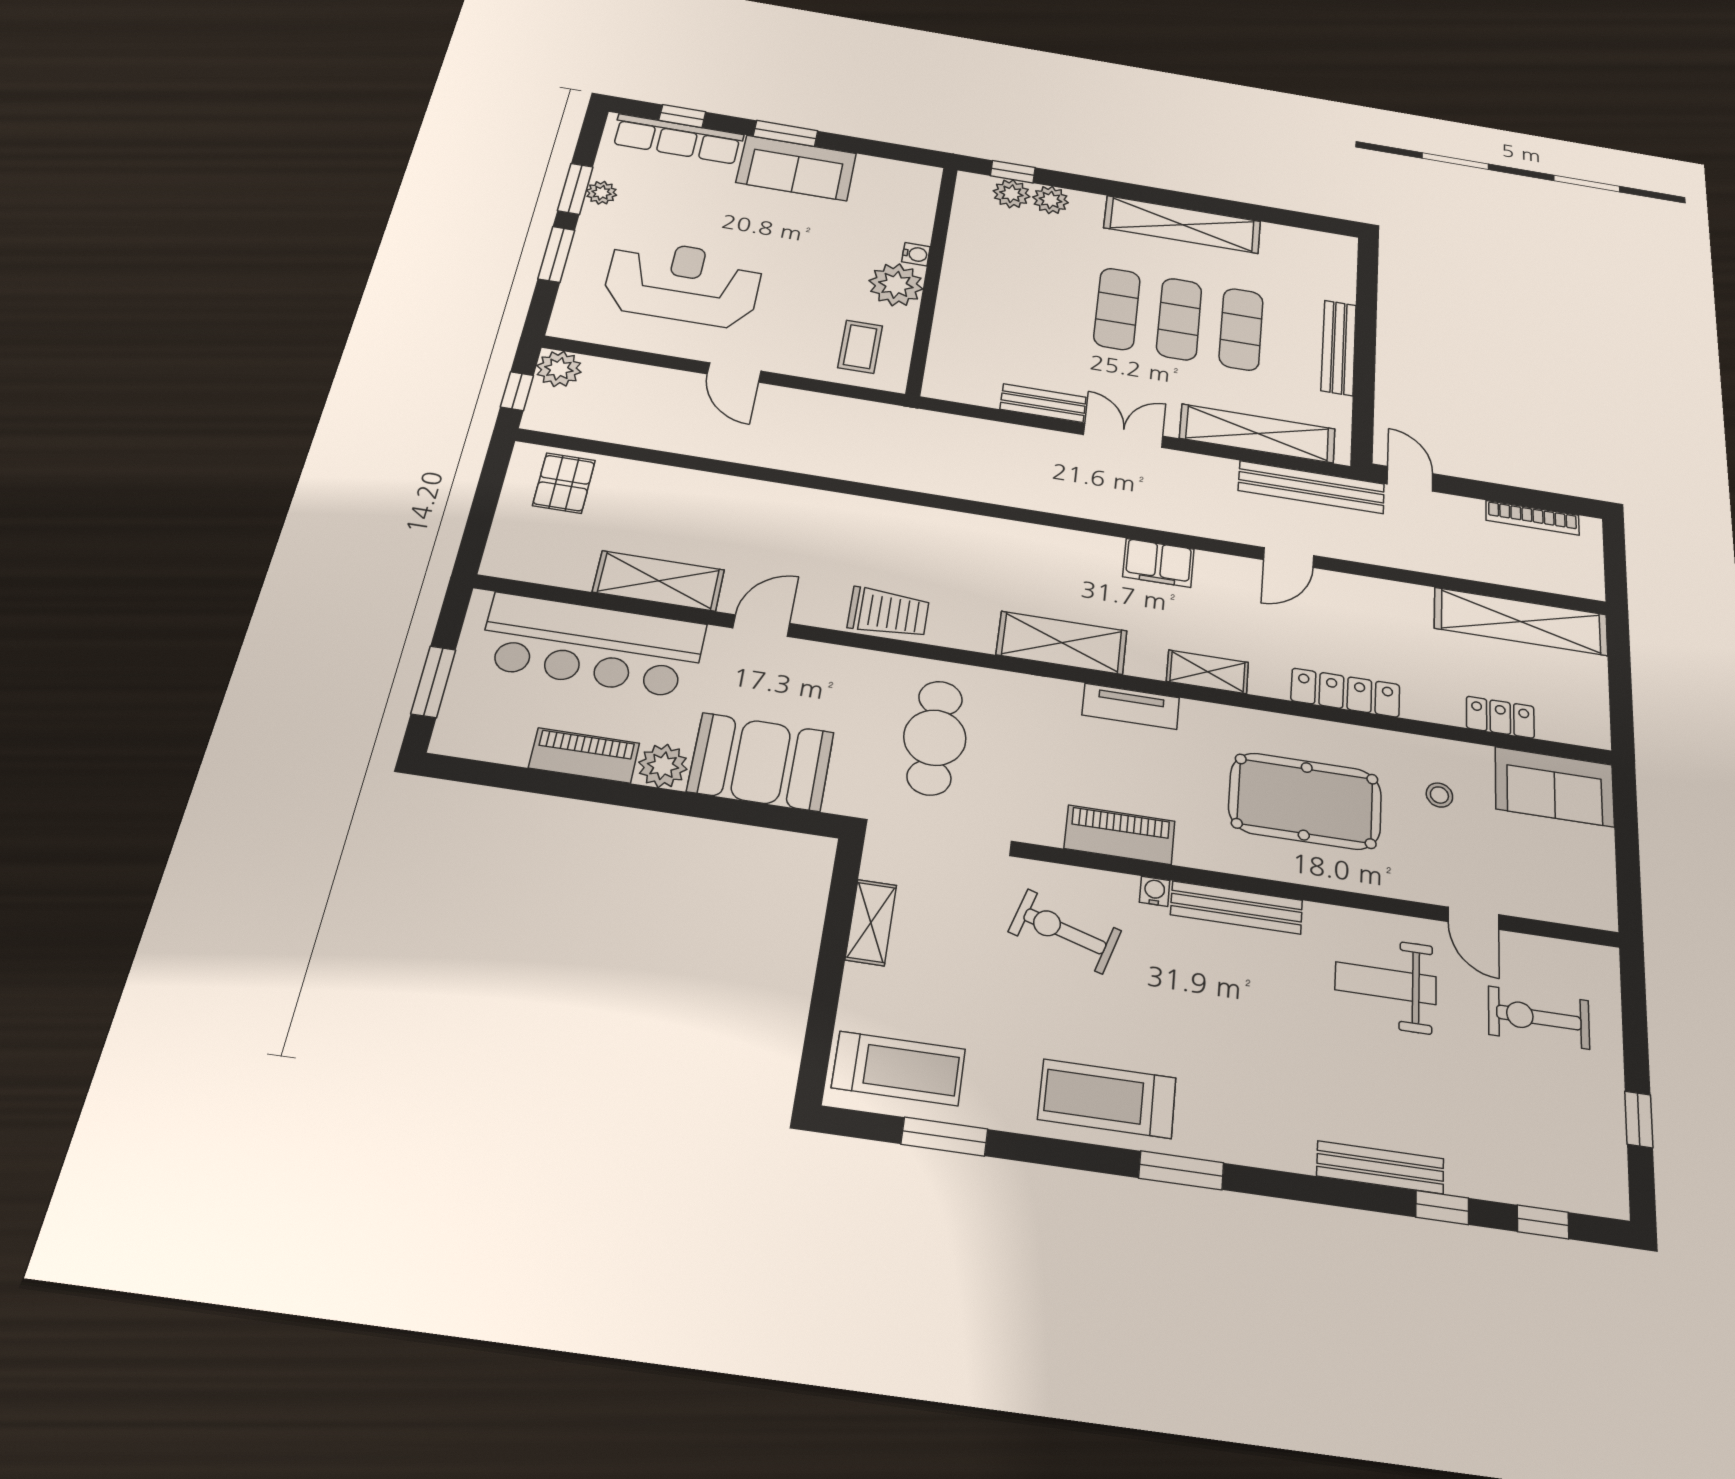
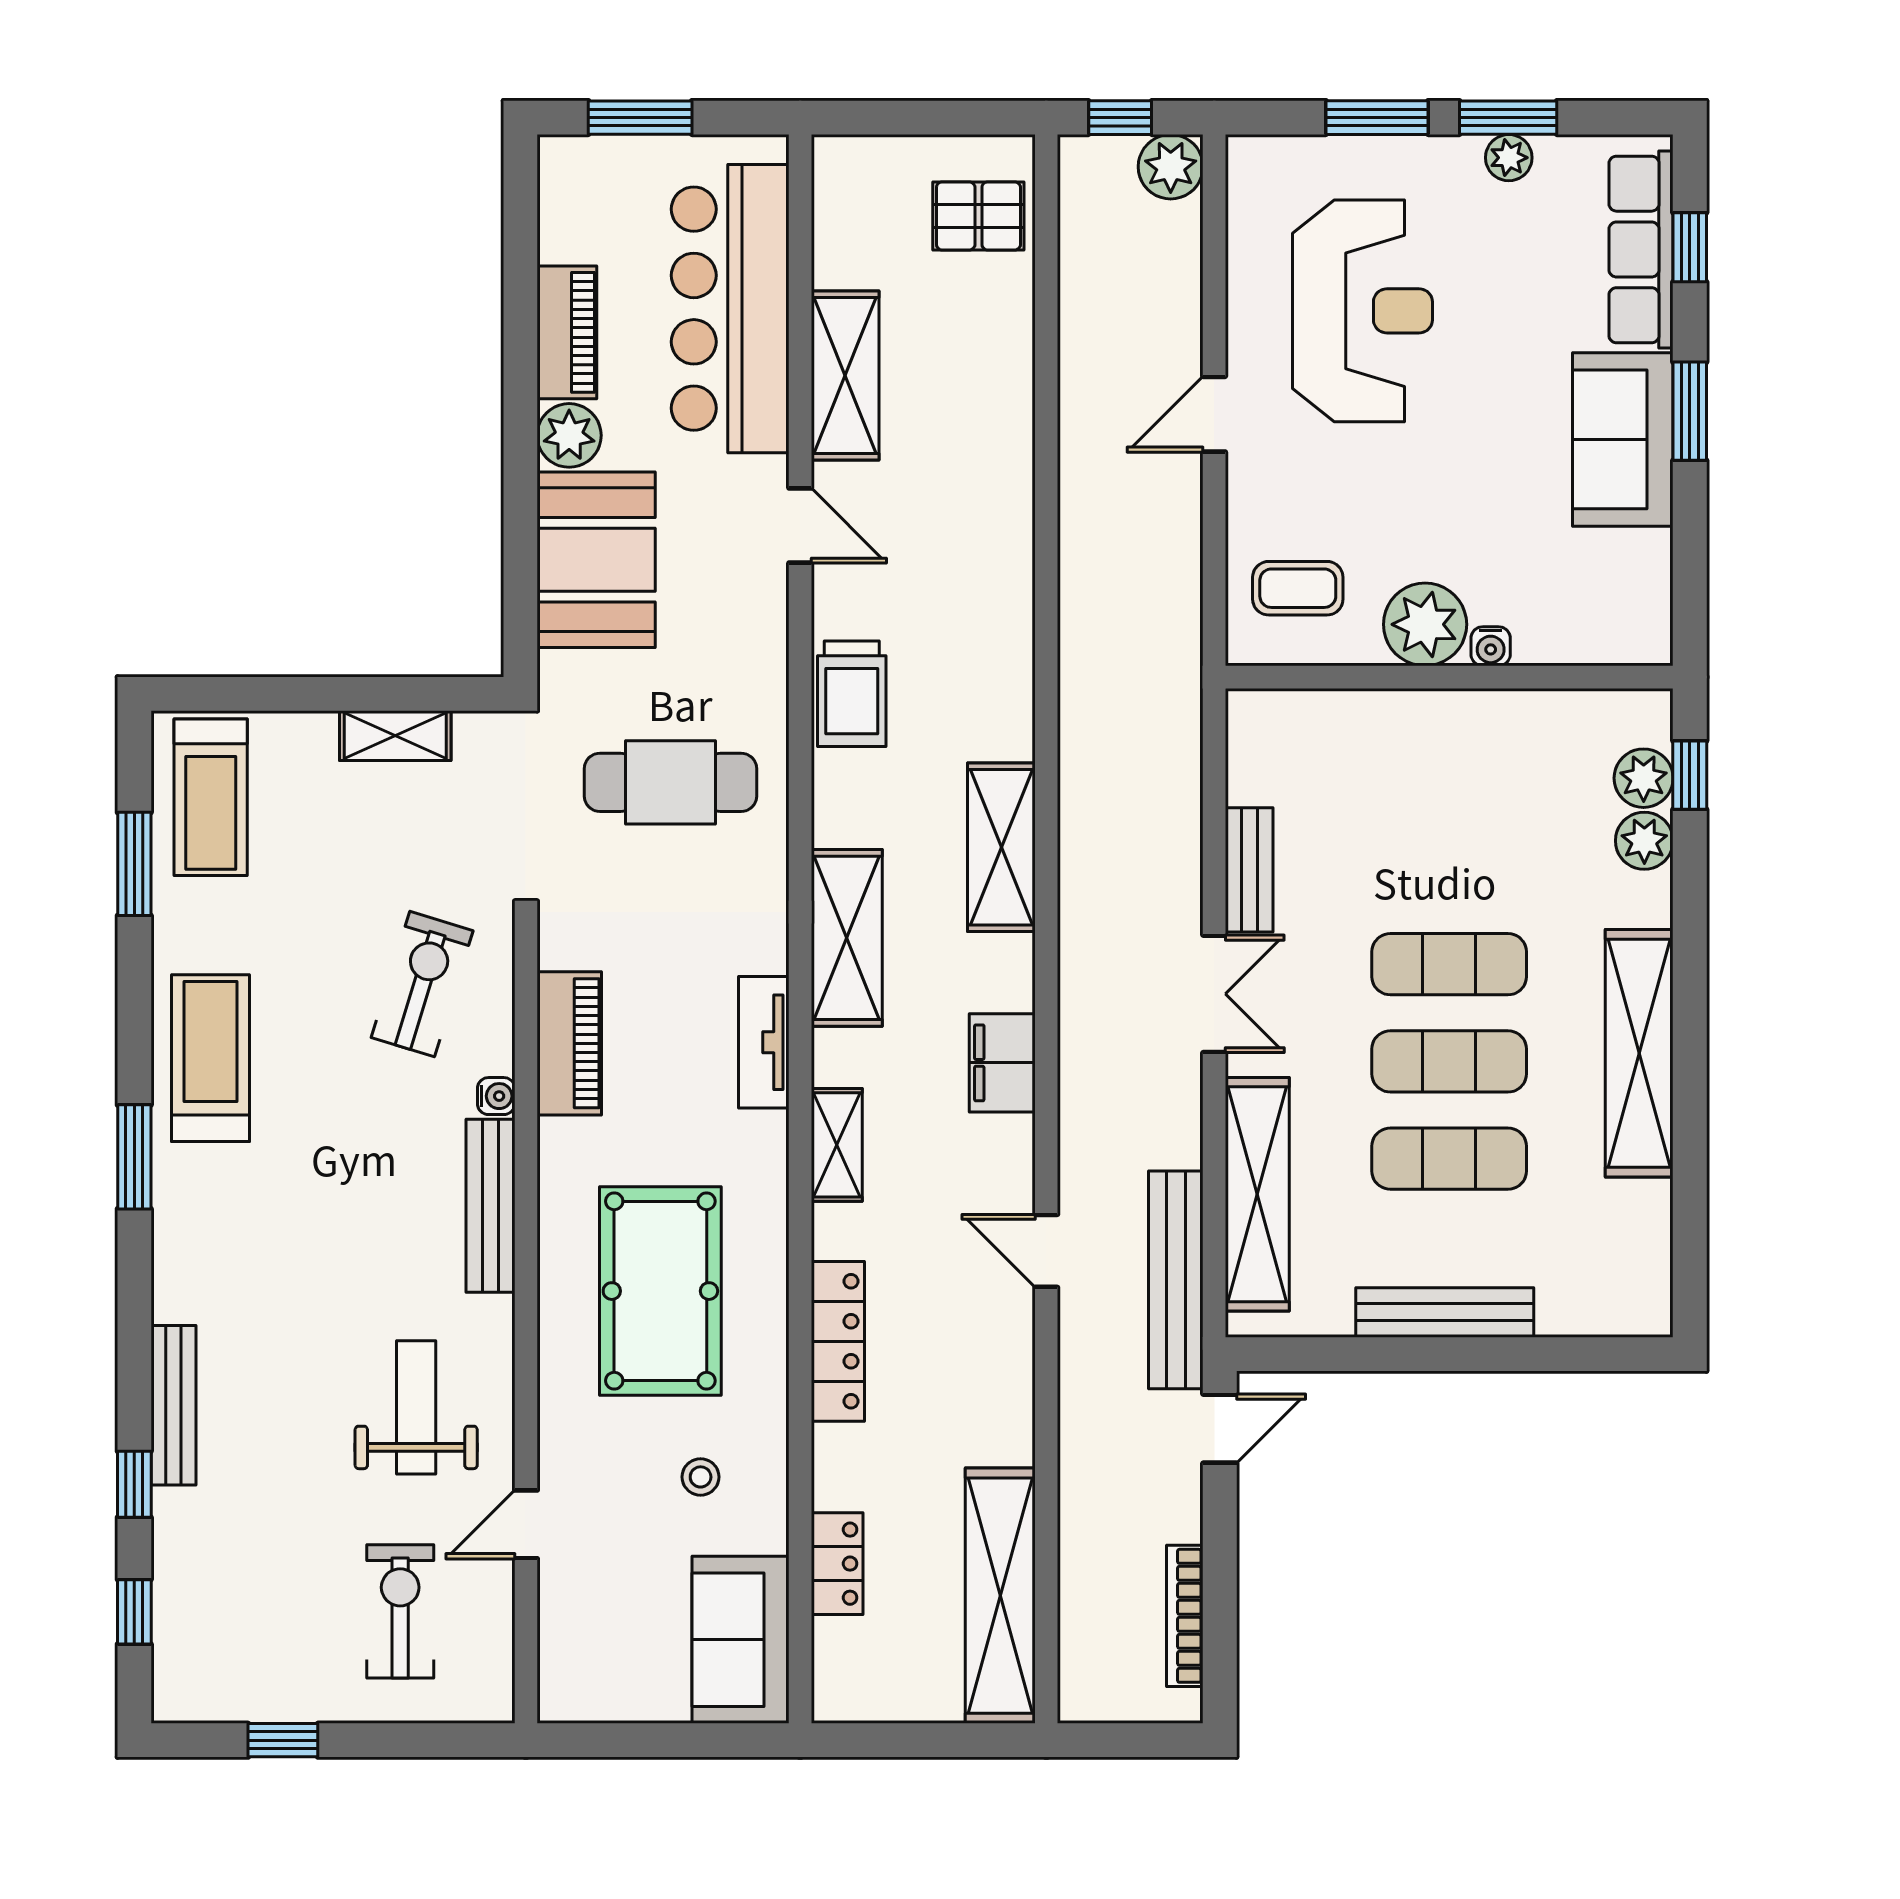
shelving: (1010, 540) -> (1001, 847), added

